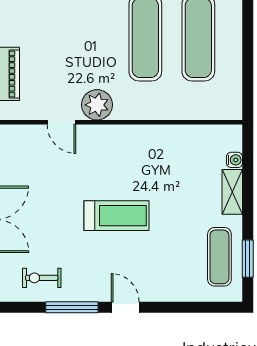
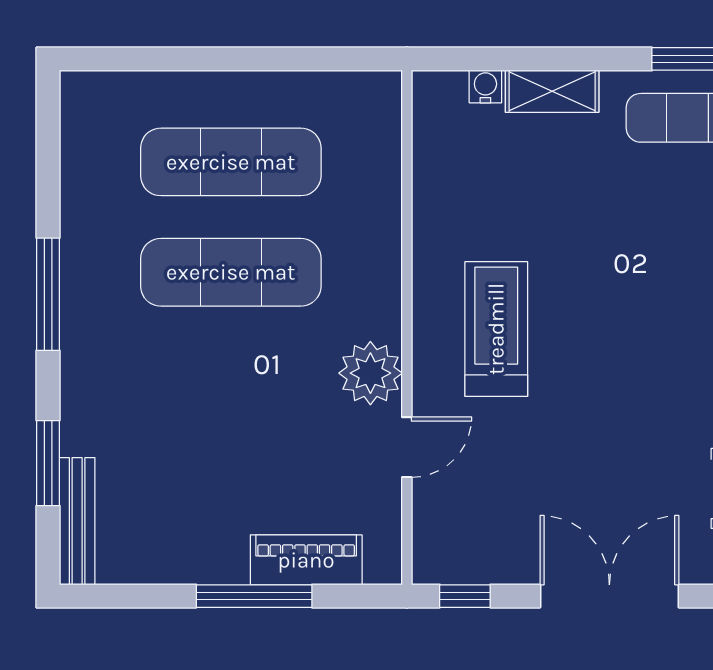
treadmill: (116, 216) -> (496, 329), moved

